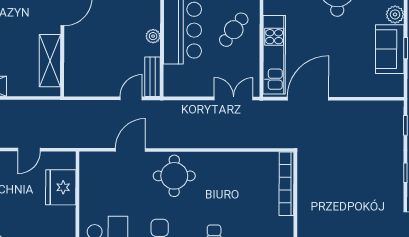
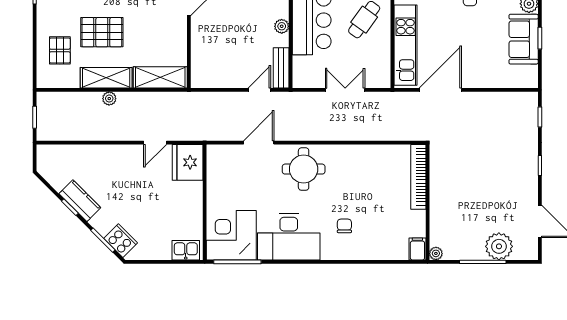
shelving: (50, 61) -> (160, 77), moved, turned 90
double door: (234, 98) -> (345, 90), moved
fridge: (61, 187) -> (188, 162), moved

